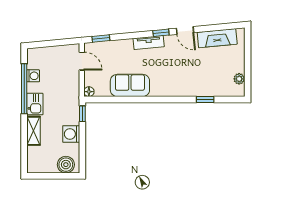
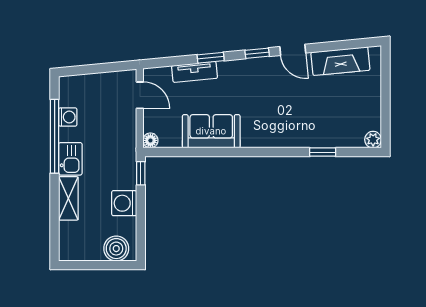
window: (101, 39) -> (211, 58), moved
tv unit: (149, 43) -> (195, 72), moved
plant: (239, 79) -> (373, 140), moved

